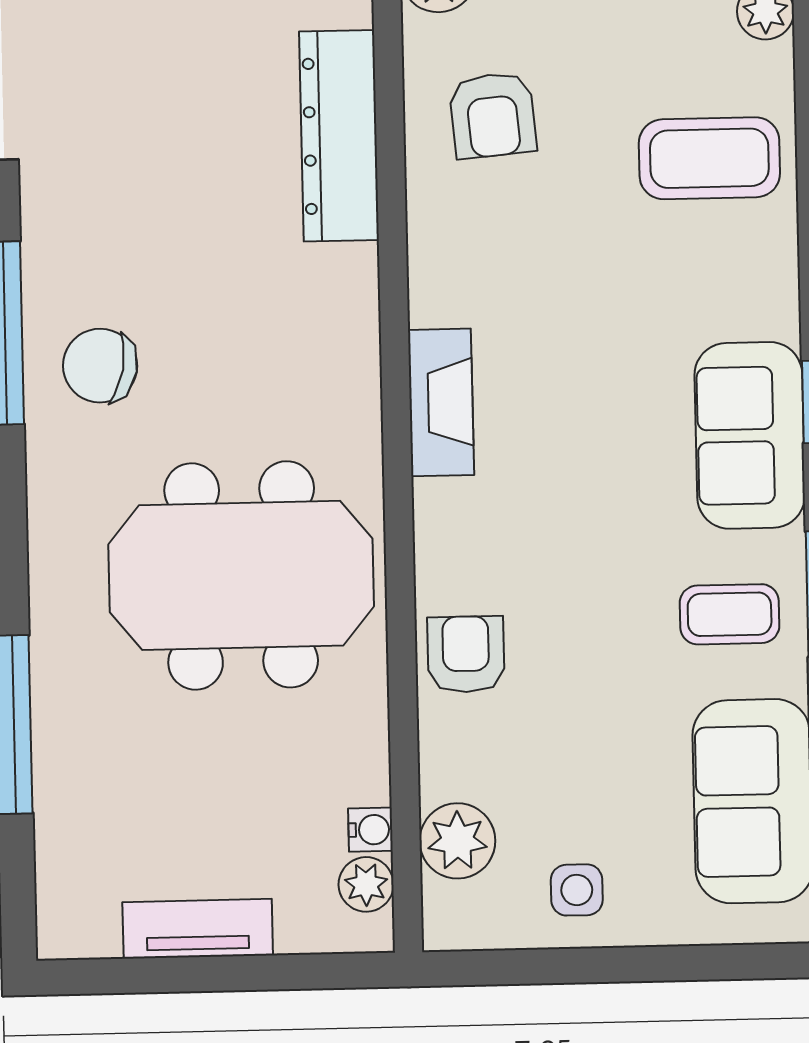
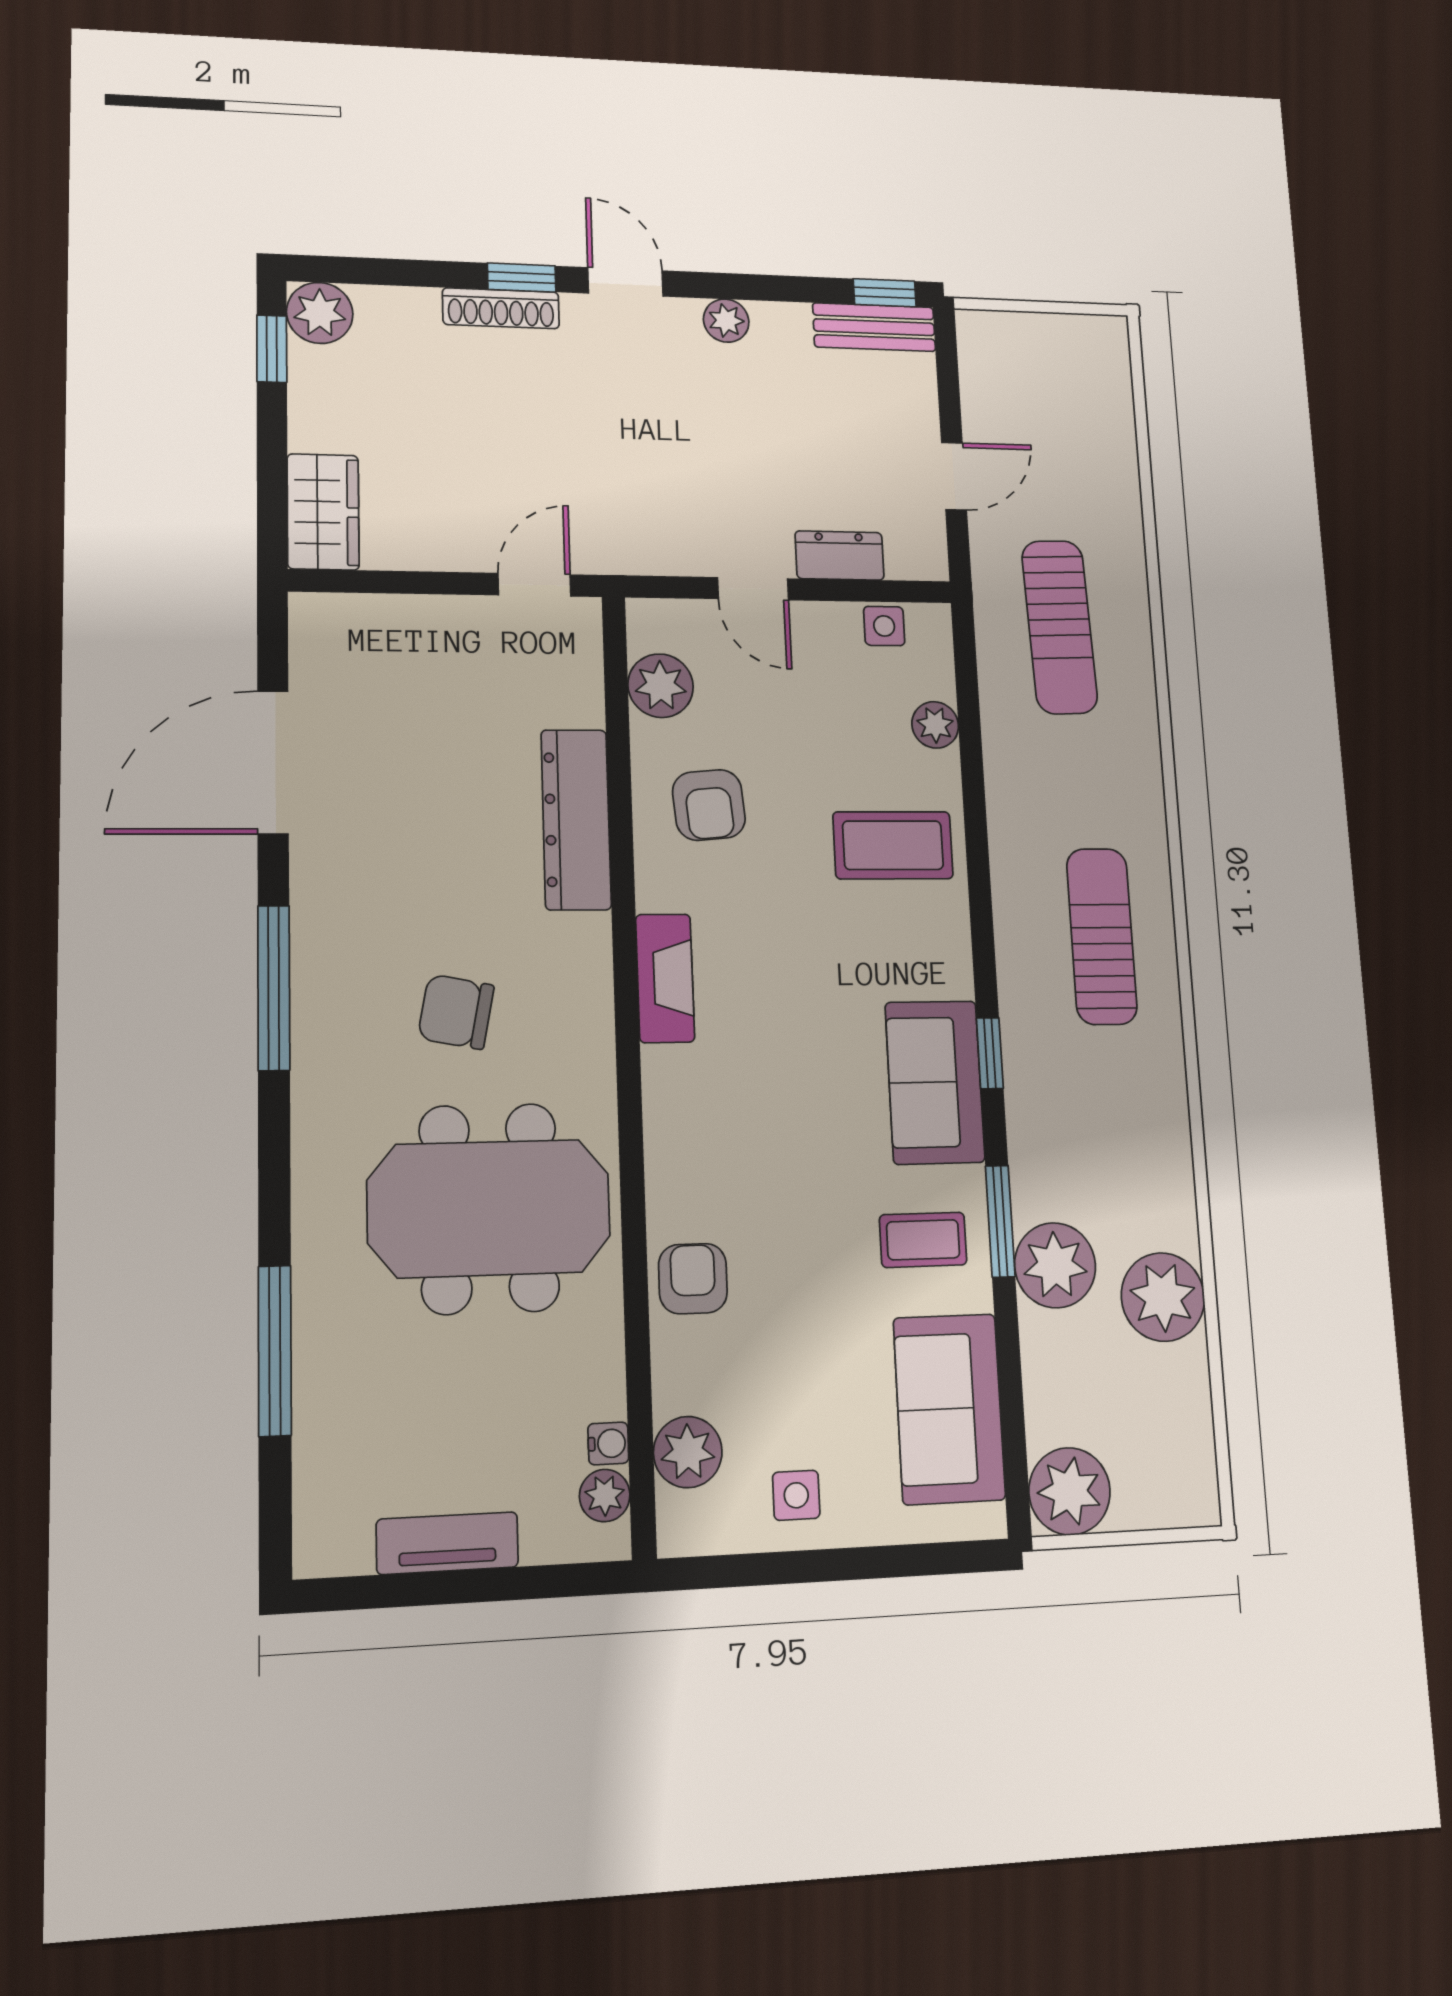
chair: (100, 366) -> (456, 1012), moved
fireplace: (441, 402) -> (665, 978), moved

